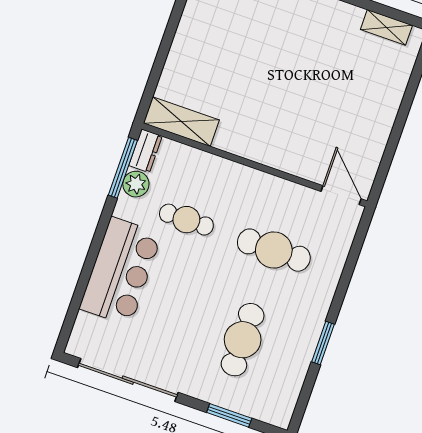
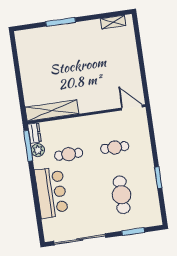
shelving: (181, 122) -> (52, 110), width x1.47
cafe table: (274, 250) -> (115, 148), width x0.73, depth x0.74

